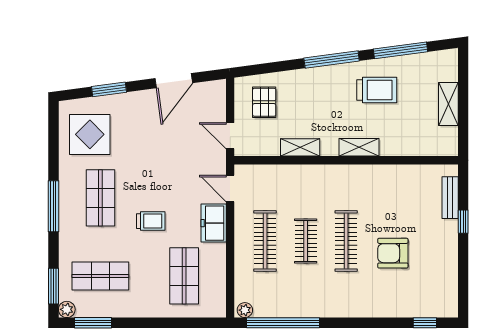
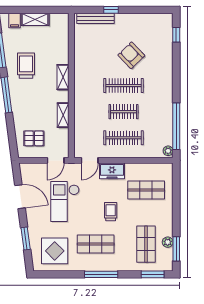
filing cabinet: (447, 72) -> (15, 21), added
checkout: (166, 150) -> (65, 202), added
bench: (450, 198) -> (95, 18), width x1.36
armchair: (393, 253) -> (131, 55), turned 136
plant: (67, 309) -> (168, 242), moved

